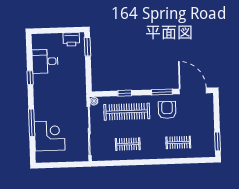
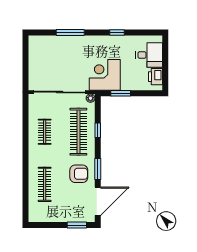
window: (88, 47) -> (121, 93), moved
desk: (45, 61) -> (149, 55), moved, turned 90
corner desk: (50, 136) -> (105, 75), moved, turned 180
window: (218, 141) -> (77, 225), moved
clothes rail: (178, 142) -> (45, 184), width x1.36

